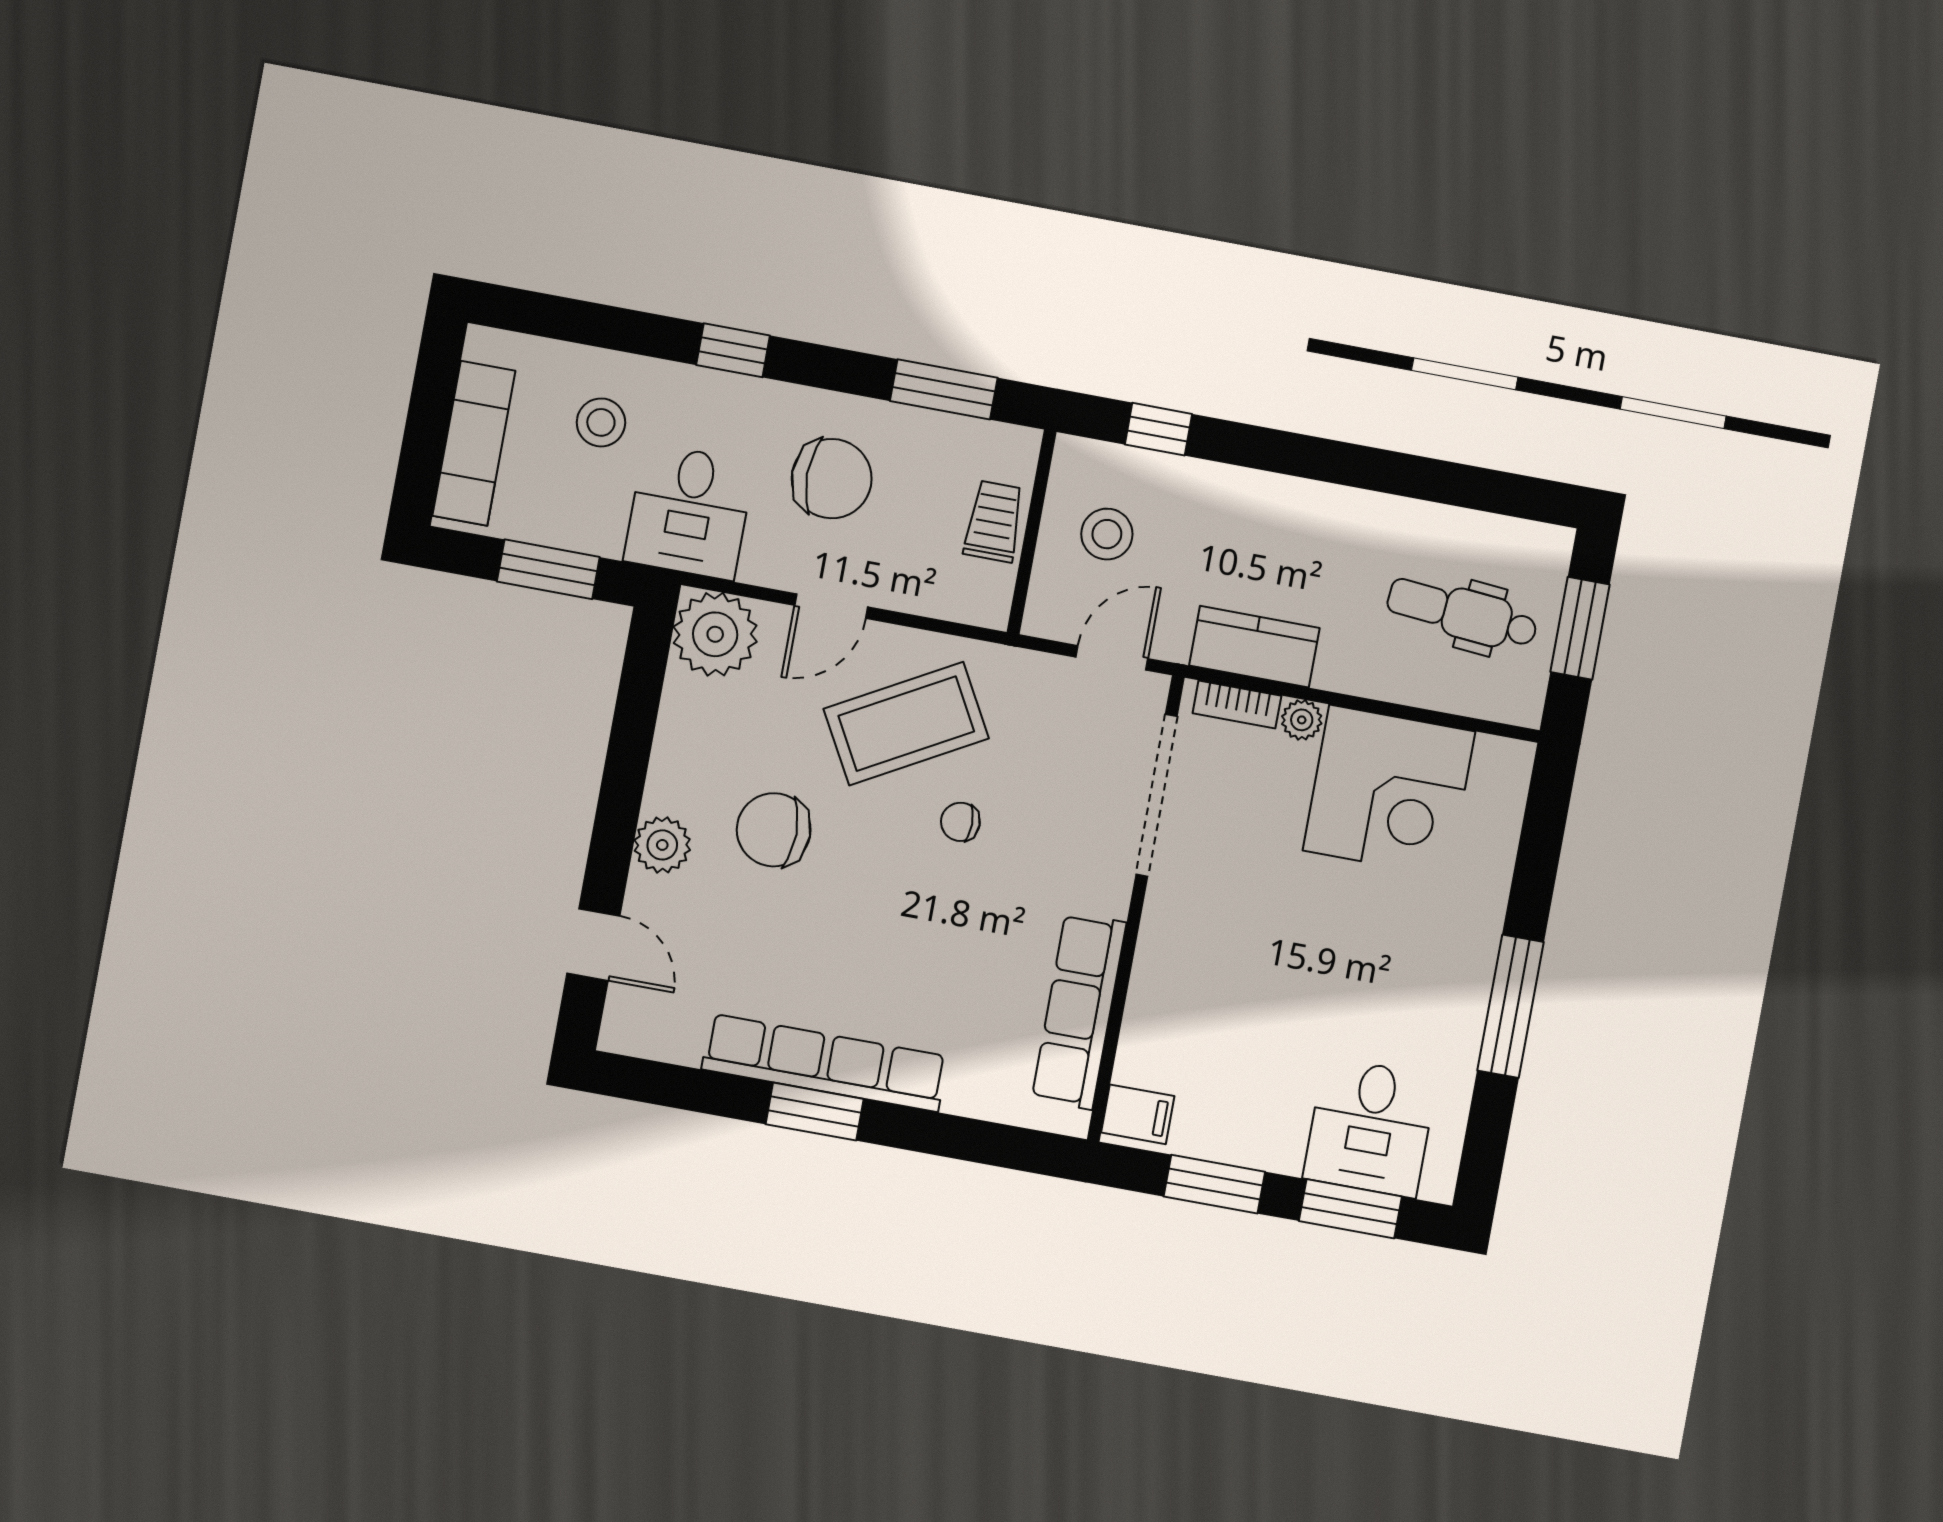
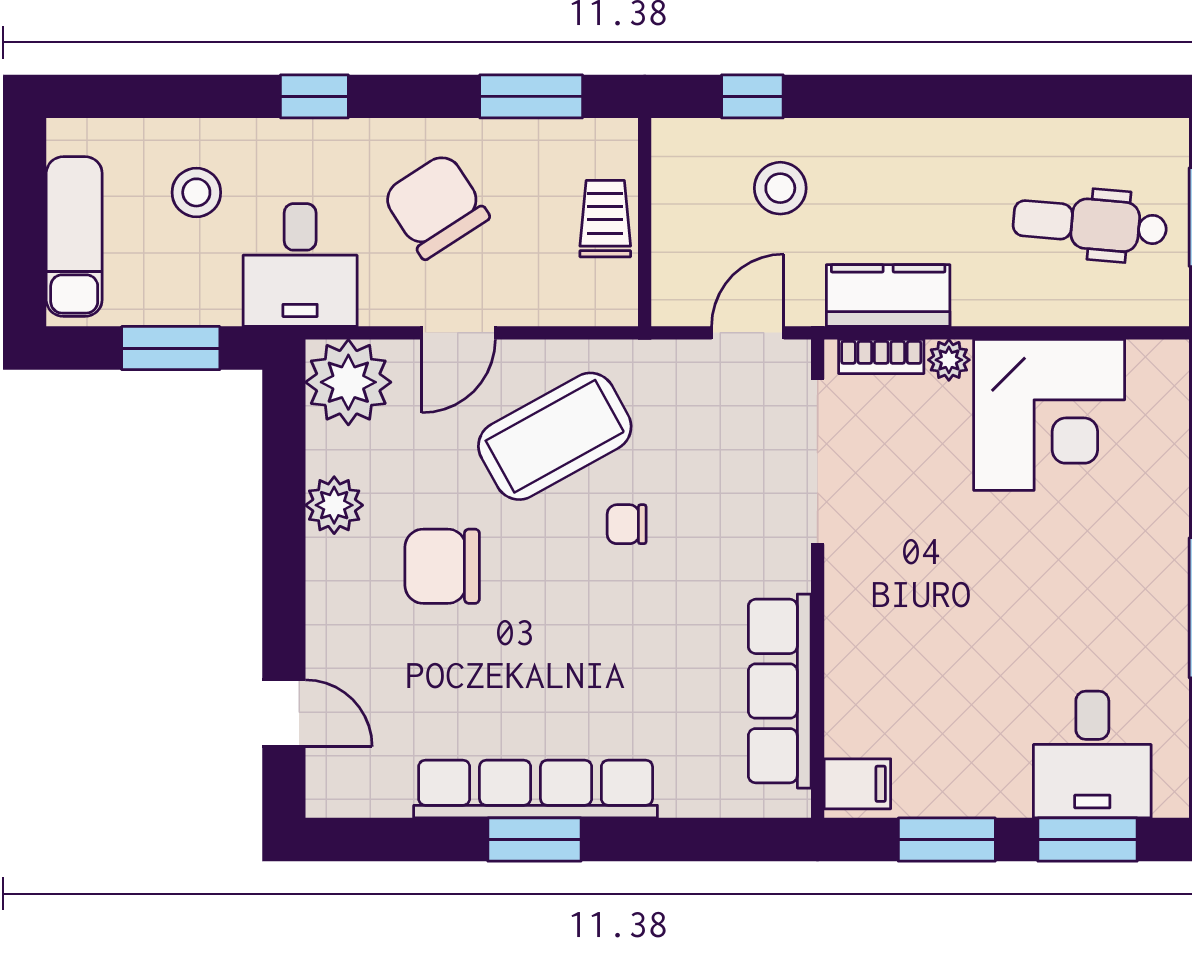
chair: (832, 479) -> (436, 206), turned -123
stool: (1107, 534) -> (780, 188), moved
plant: (662, 845) -> (334, 505), moved

